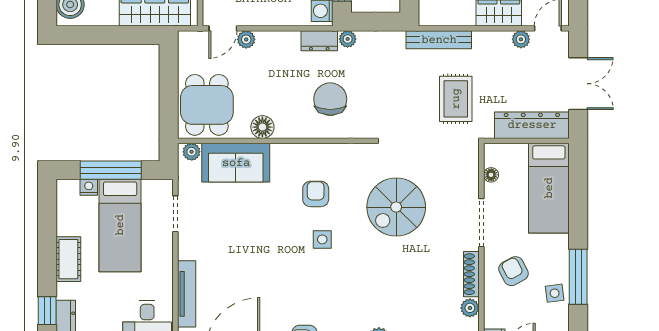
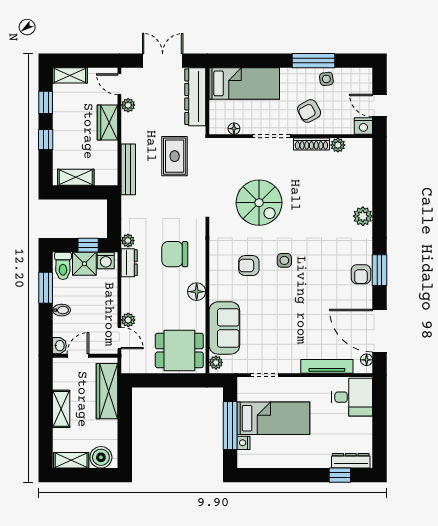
rug: (456, 99) -> (175, 156), turned 90
floor lamp: (262, 127) -> (197, 292), moved
cot: (68, 259) -> (300, 459), removed

